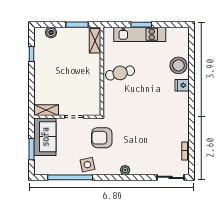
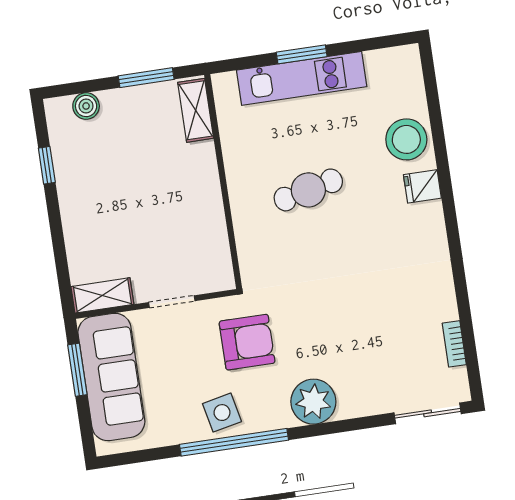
cafe table: (120, 73) -> (308, 190), moved
sofa: (45, 137) -> (111, 377), width x1.36
armchair: (102, 138) -> (247, 342), turned 180
window: (32, 149) -> (77, 370), moved
plant: (125, 170) -> (313, 402), width x1.88, depth x1.88
window: (70, 177) -> (234, 442), moved

